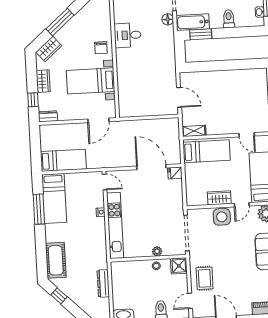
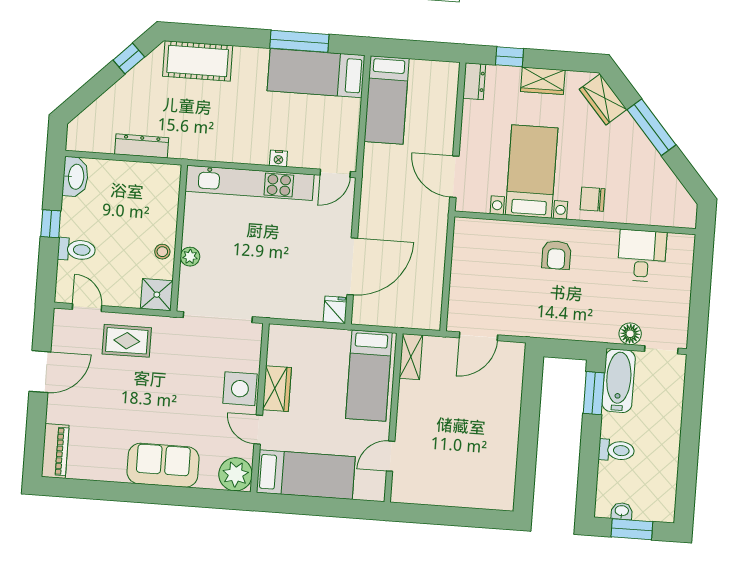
desk: (128, 35) -> (642, 256), moved
armchair: (132, 63) -> (556, 255), added

